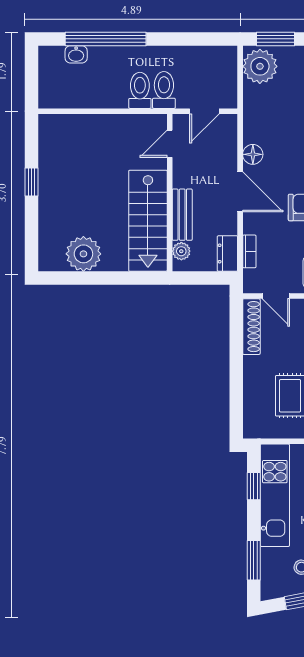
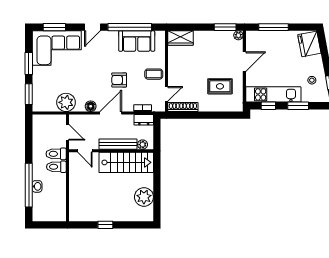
washbasin: (76, 54) -> (37, 186), moved
plant: (260, 66) -> (66, 102), moved
bench: (182, 215) -> (118, 144), width x1.36
window: (254, 560) -> (298, 106), moved

